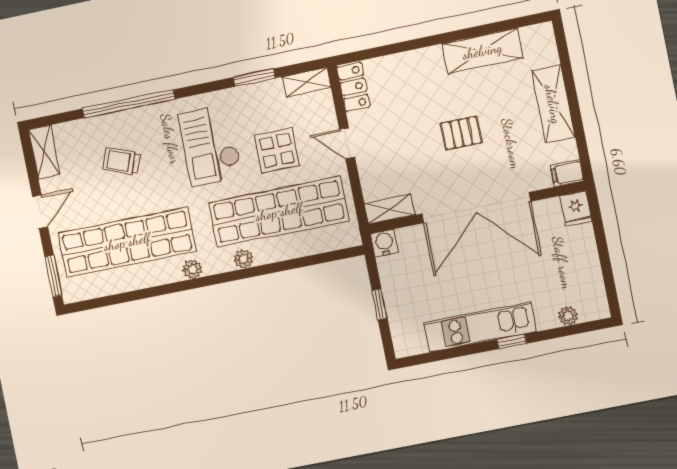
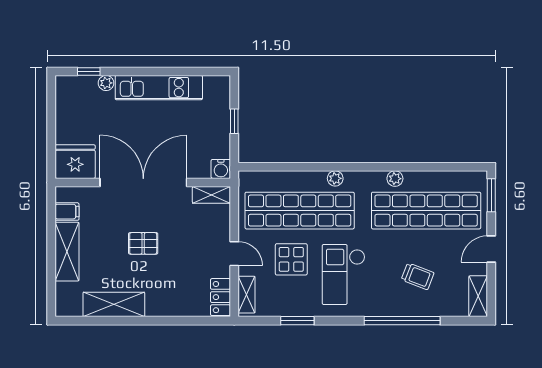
shelving: (306, 82) -> (247, 295), moved, turned 90
checkout: (210, 145) -> (344, 274), turned 180
filing cabinet: (567, 173) -> (67, 212), moved
fridge: (576, 209) -> (75, 162), width x1.88, depth x1.34
plant: (192, 269) -> (395, 179), moved
plant: (568, 316) -> (106, 83), moved
window: (512, 341) -> (89, 71), moved

